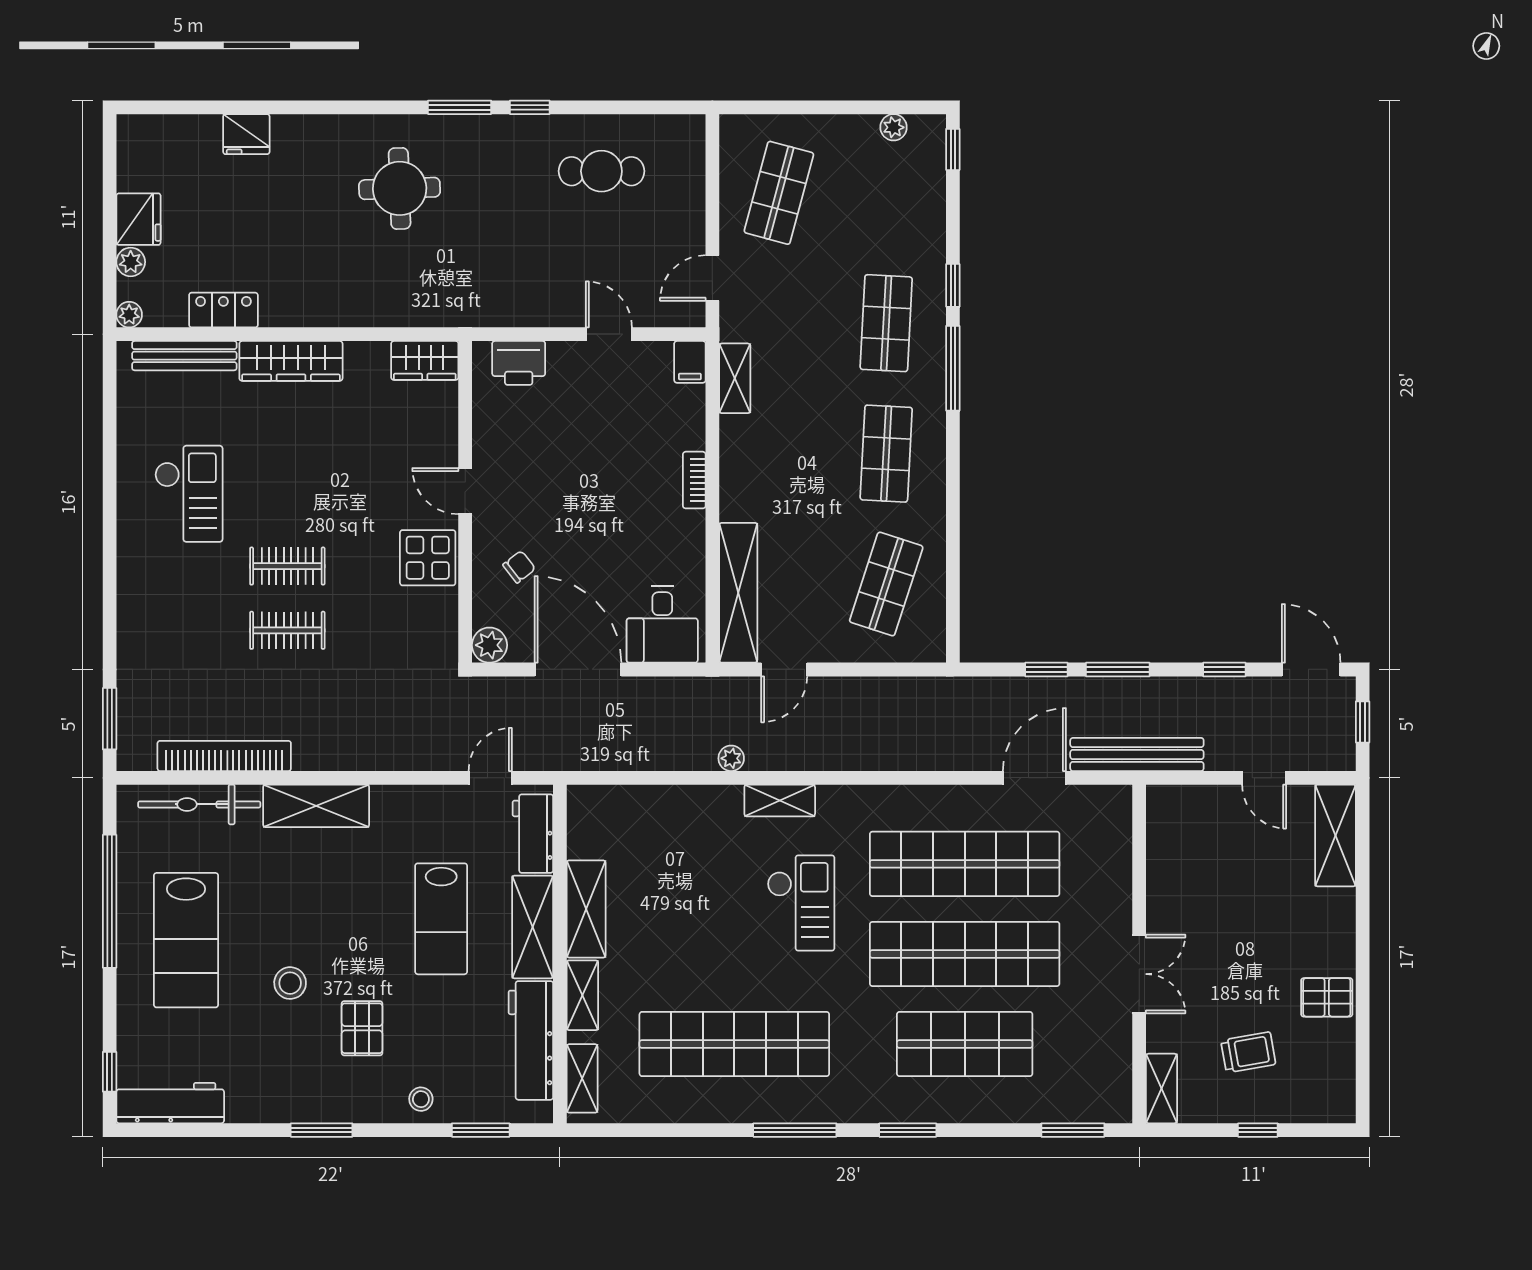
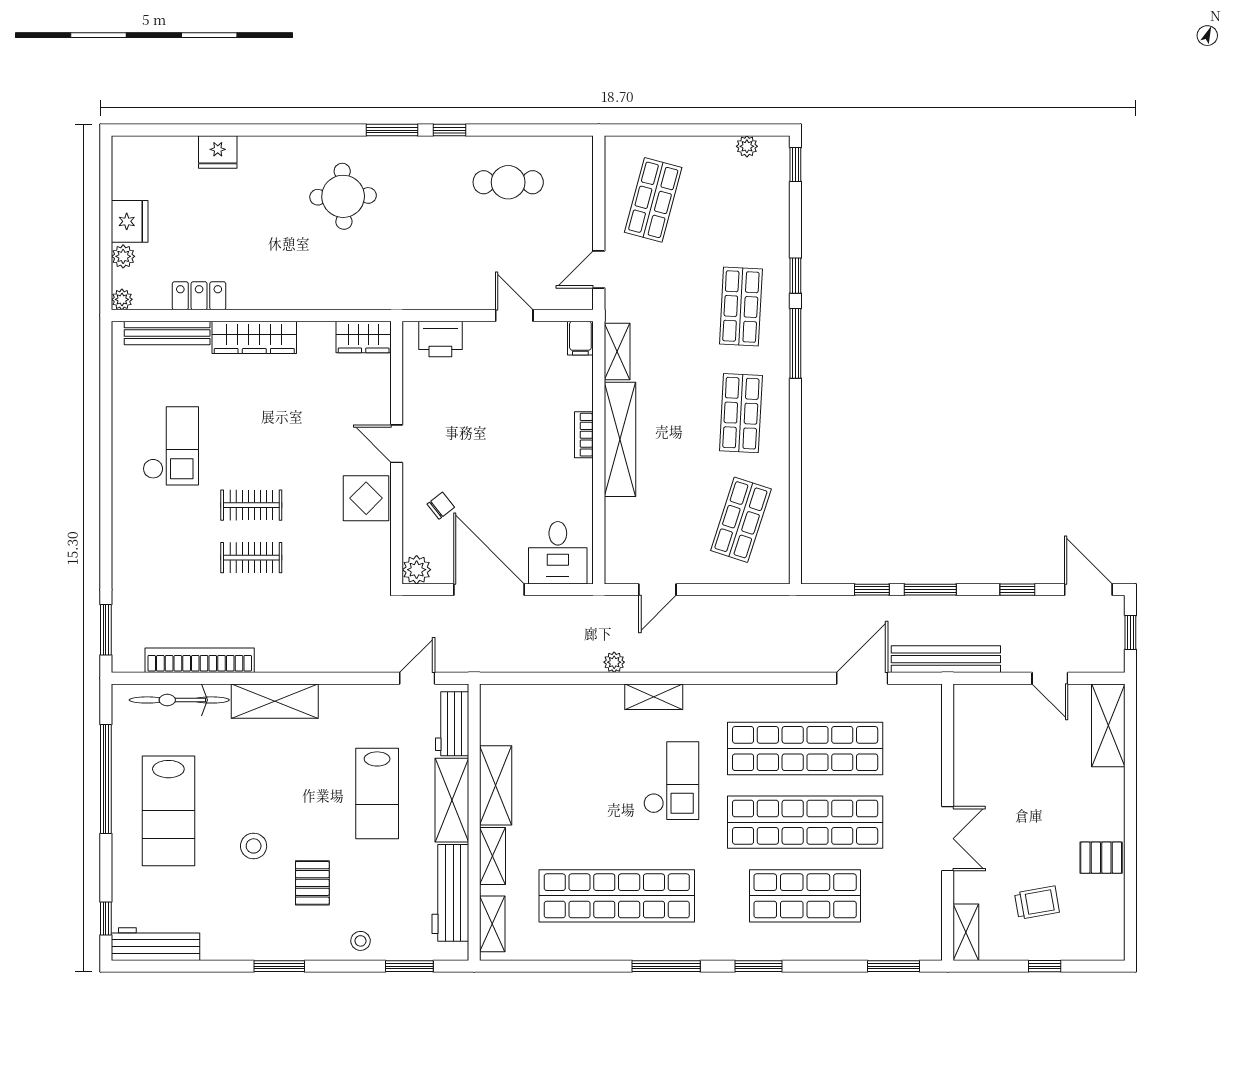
shelving: (738, 593) -> (620, 439), moved

